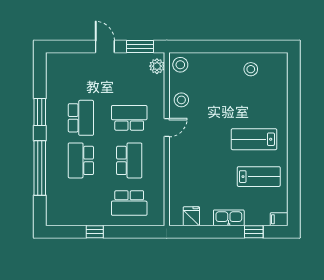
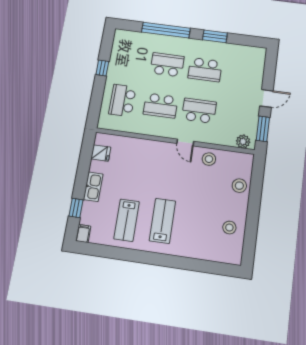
stool: (180, 65) -> (239, 186), moved
school desk: (129, 118) -> (199, 111), turned -90

